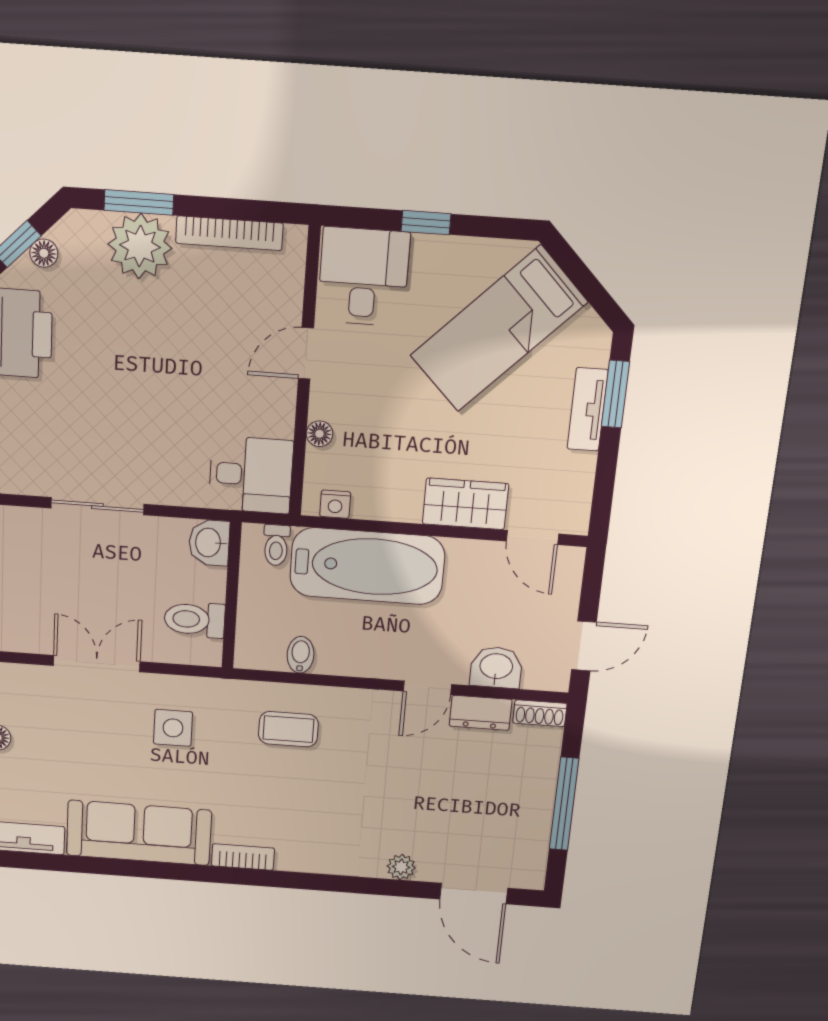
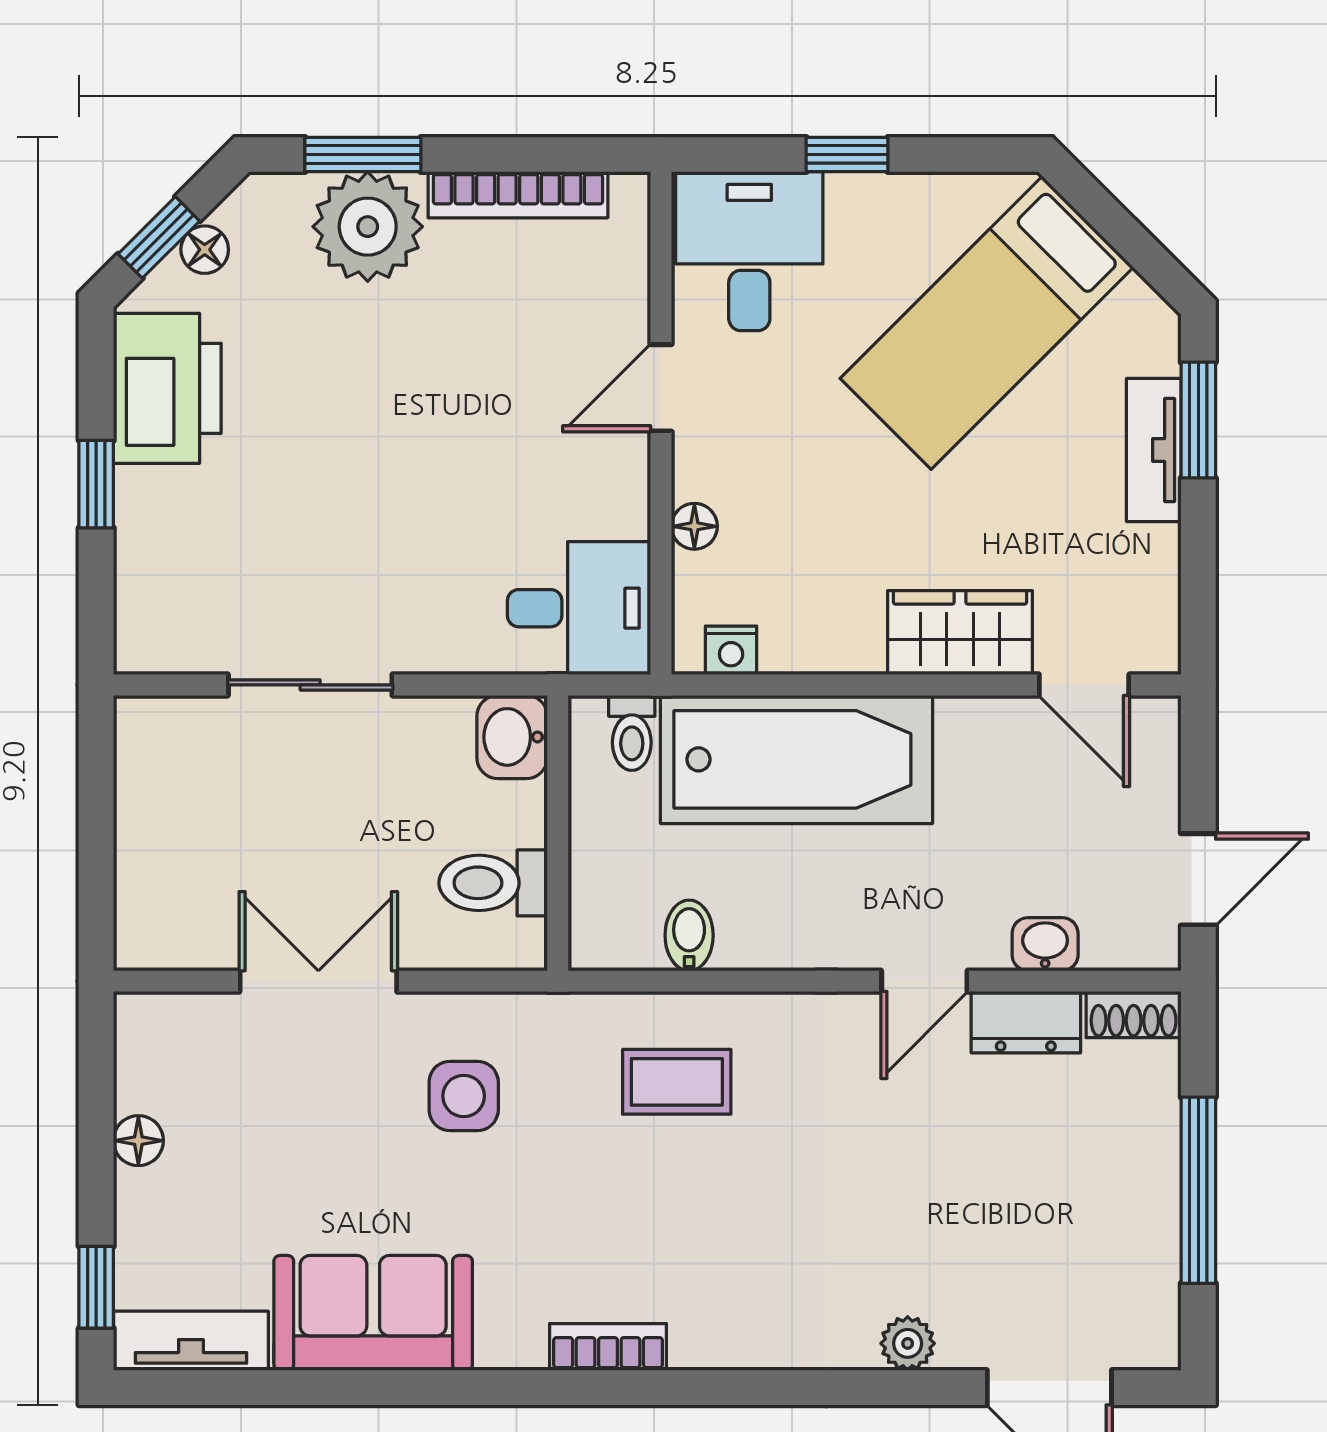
washbasin: (496, 667) -> (1045, 944), width x0.72, depth x0.69
sofa: (139, 833) -> (373, 1313), width x0.73

